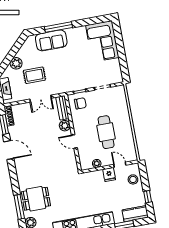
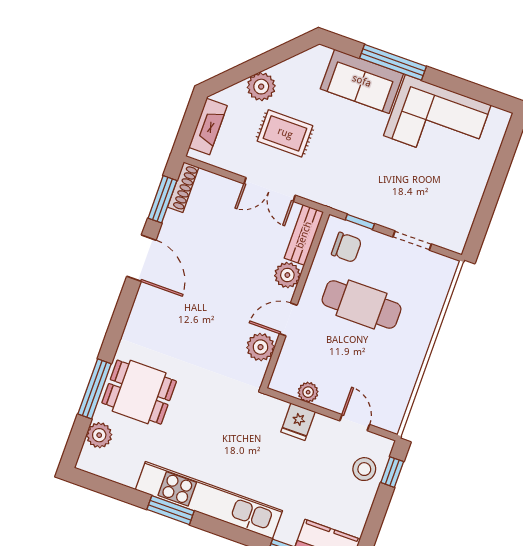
corner sofa: (102, 41) -> (437, 120), moved, turned -90
cafe table: (106, 132) -> (361, 304), moved, turned 90
door: (74, 141) -> (288, 319), hinge flipped
plant: (70, 157) -> (261, 347), added
fridge: (109, 174) -> (298, 422), moved
window: (148, 197) -> (392, 472), moved

